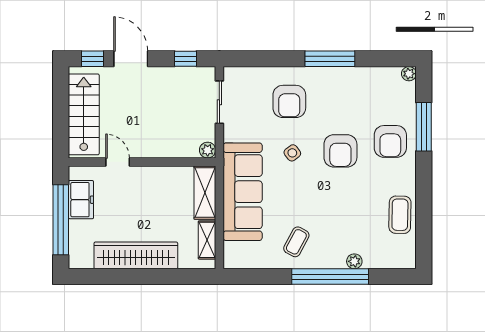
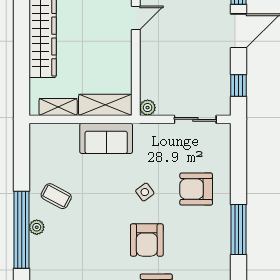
armchair: (340, 151) -> (147, 240), turned -90
sofa: (243, 192) -> (106, 138), width x0.54, depth x0.79
plant: (354, 261) -> (37, 227), moved

